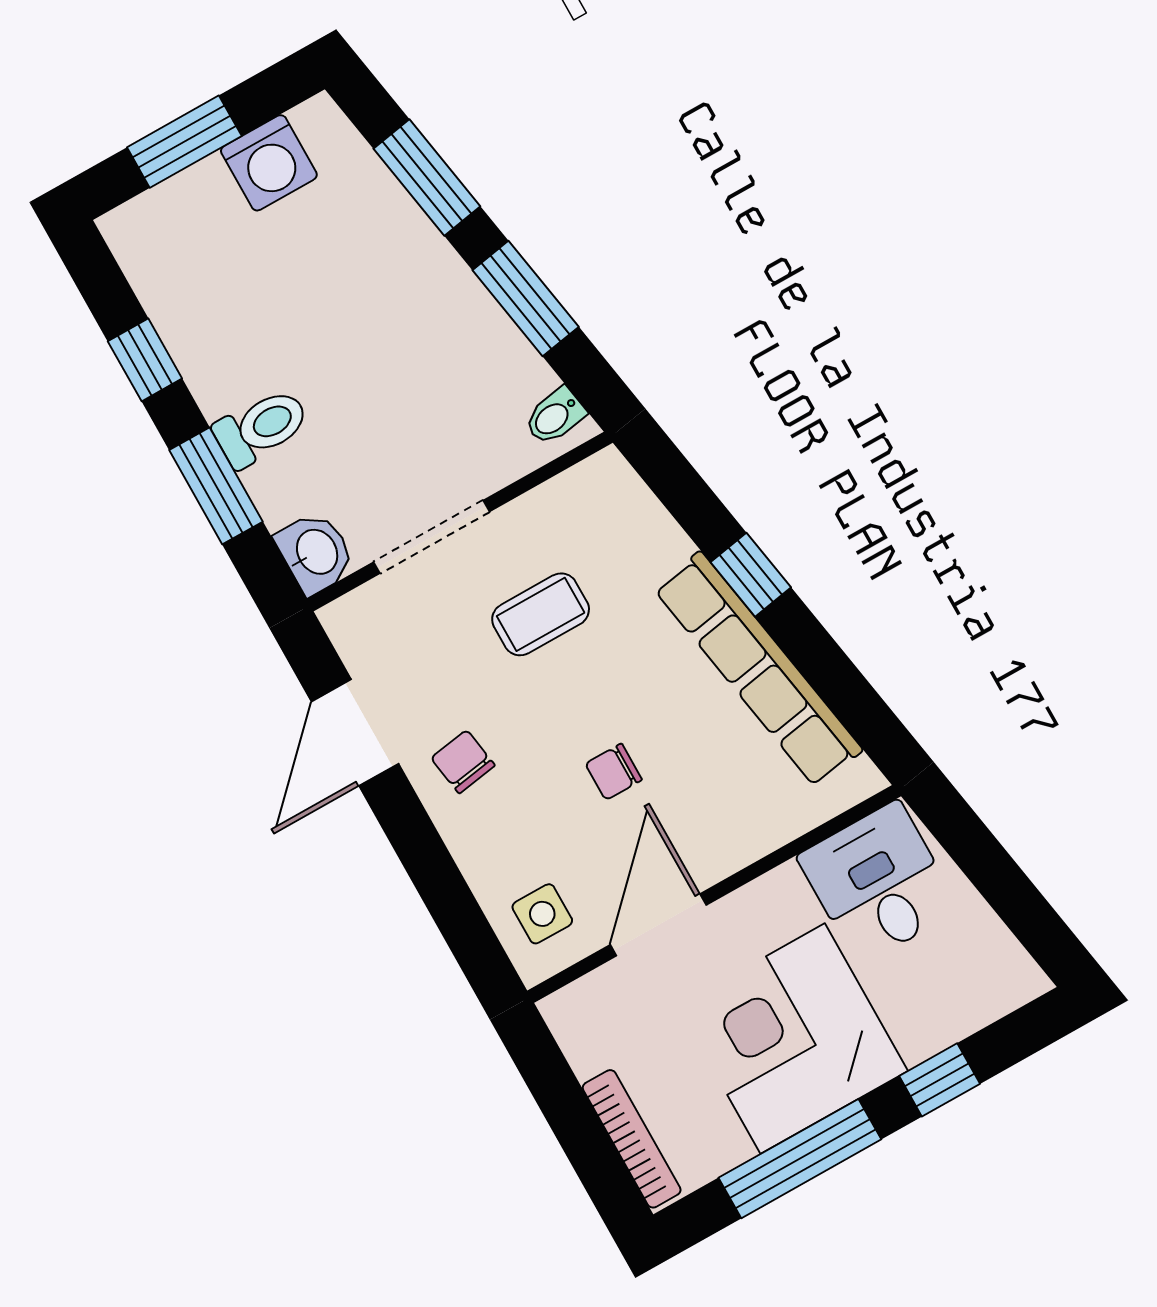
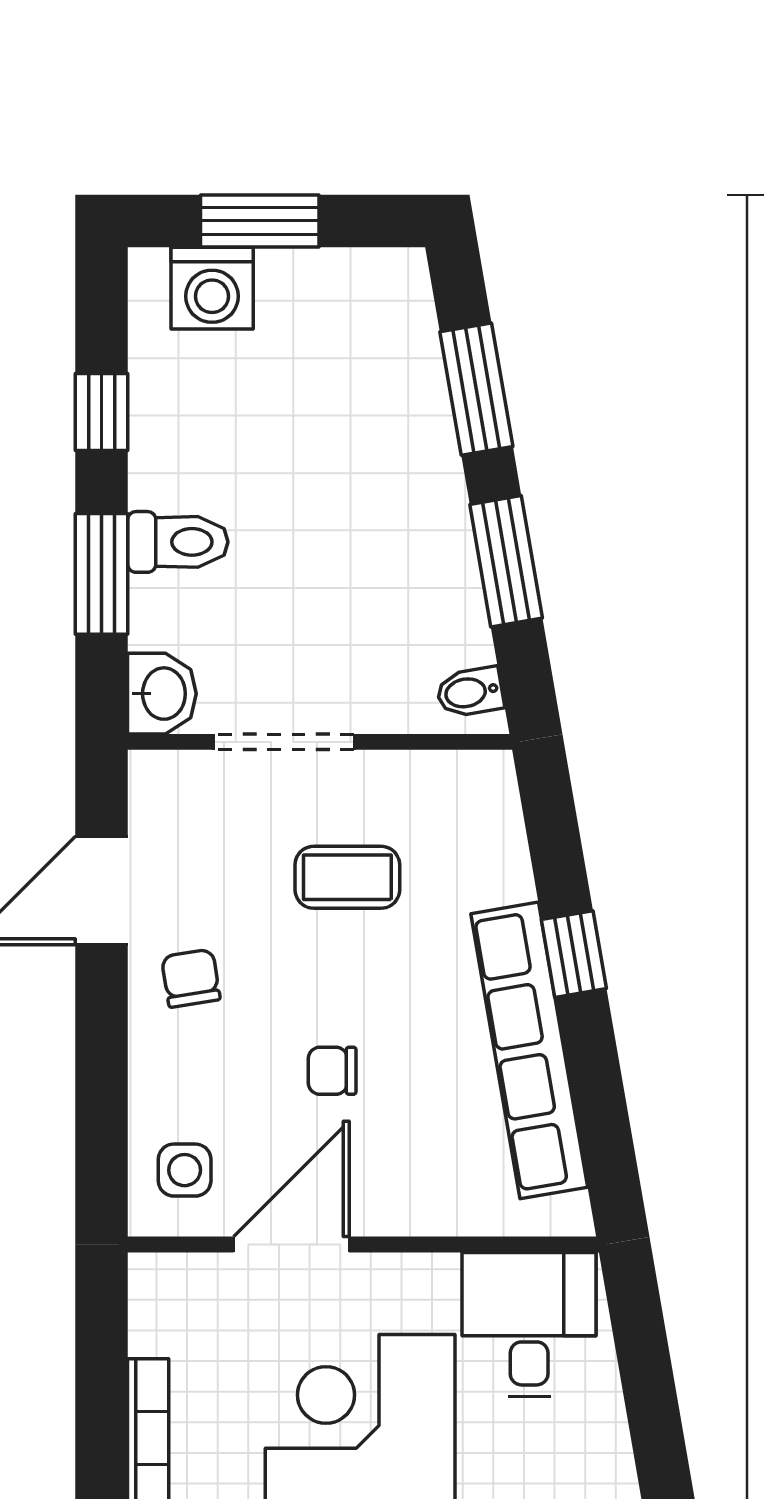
washing machine: (269, 163) -> (212, 288), moved

